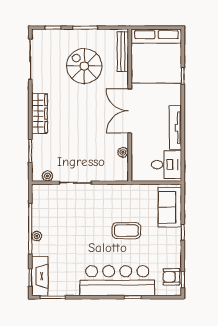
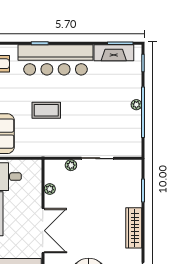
plant: (48, 176) -> (71, 165), moved
fireplace: (40, 276) -> (114, 53), moved, turned -90

